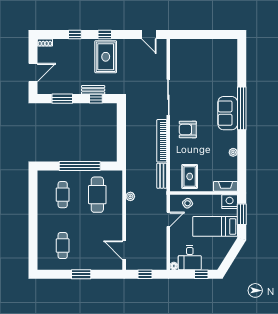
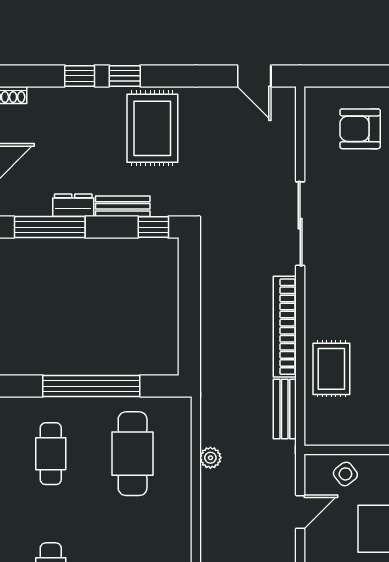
window: (105, 35) -> (125, 76), moved
dresser: (72, 89) -> (73, 205), added
window: (62, 99) -> (50, 227), width x1.44
window: (96, 99) -> (153, 227), moved
armchair: (188, 130) -> (360, 129), moved
rug: (190, 176) -> (331, 369), moved

